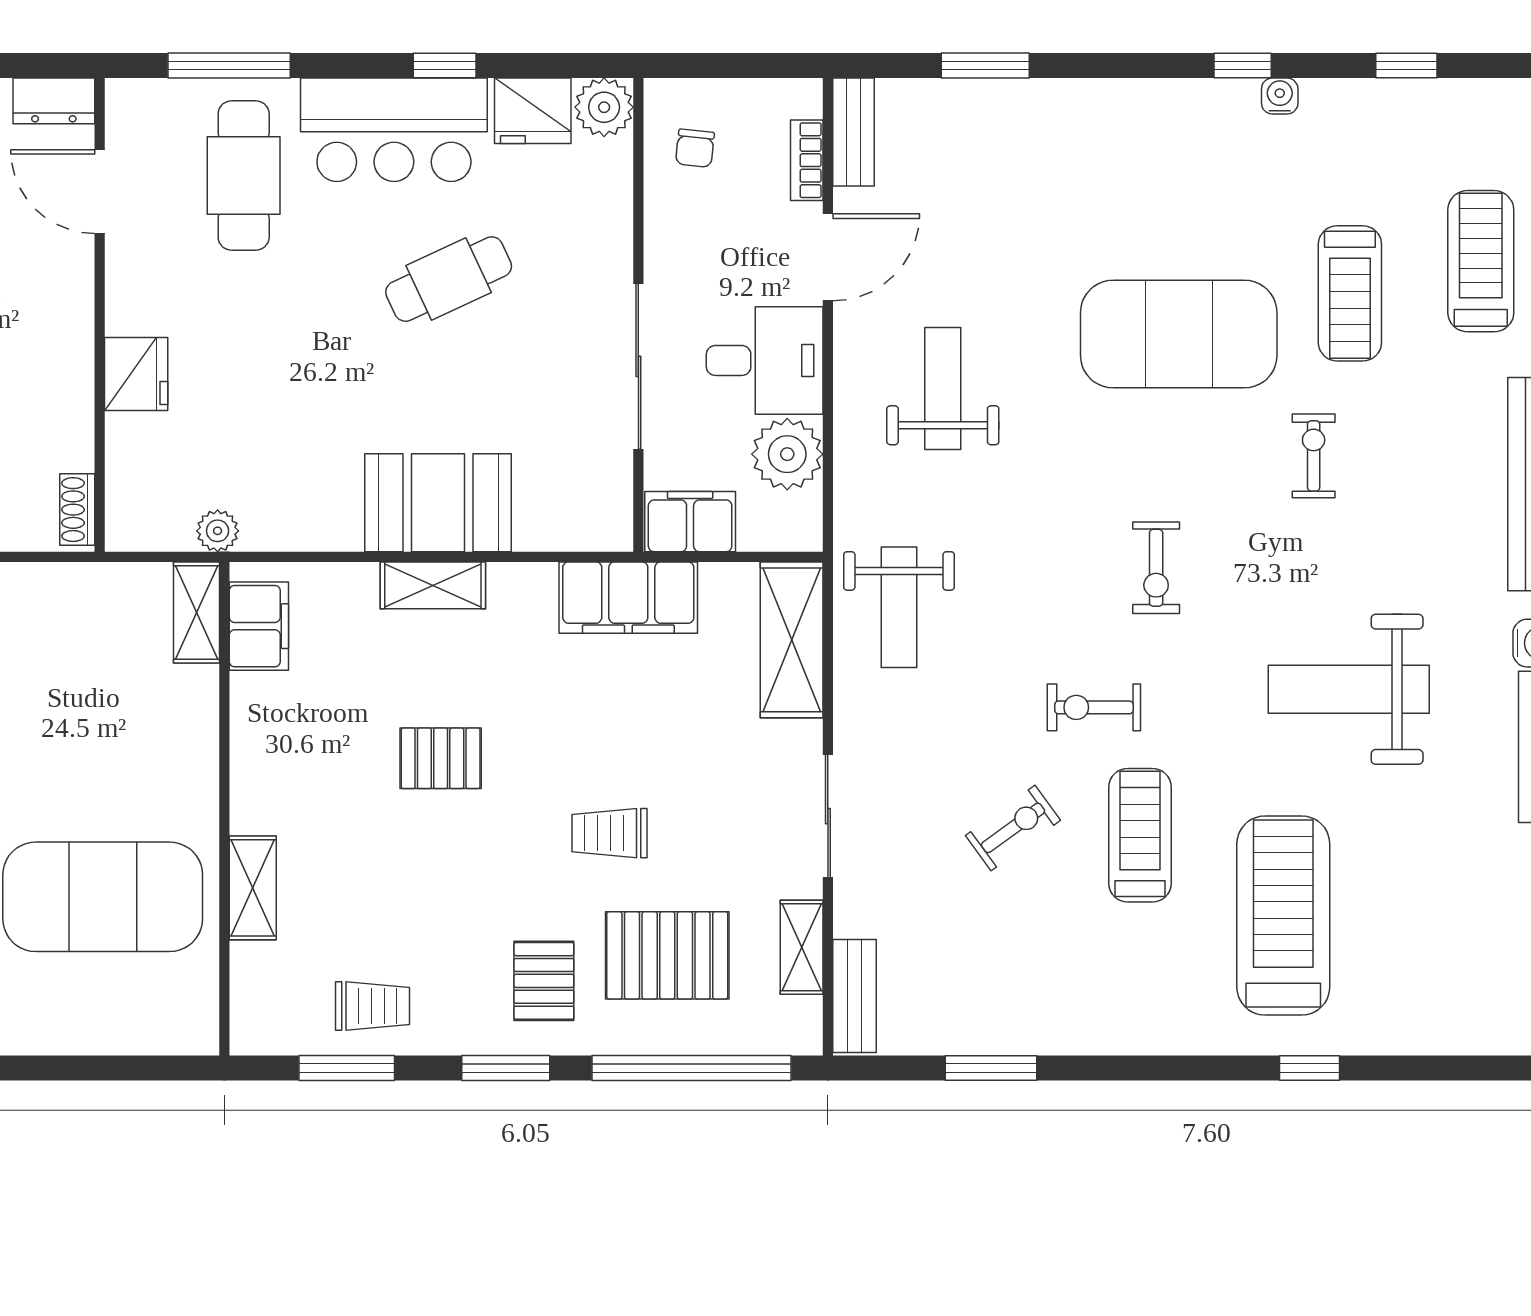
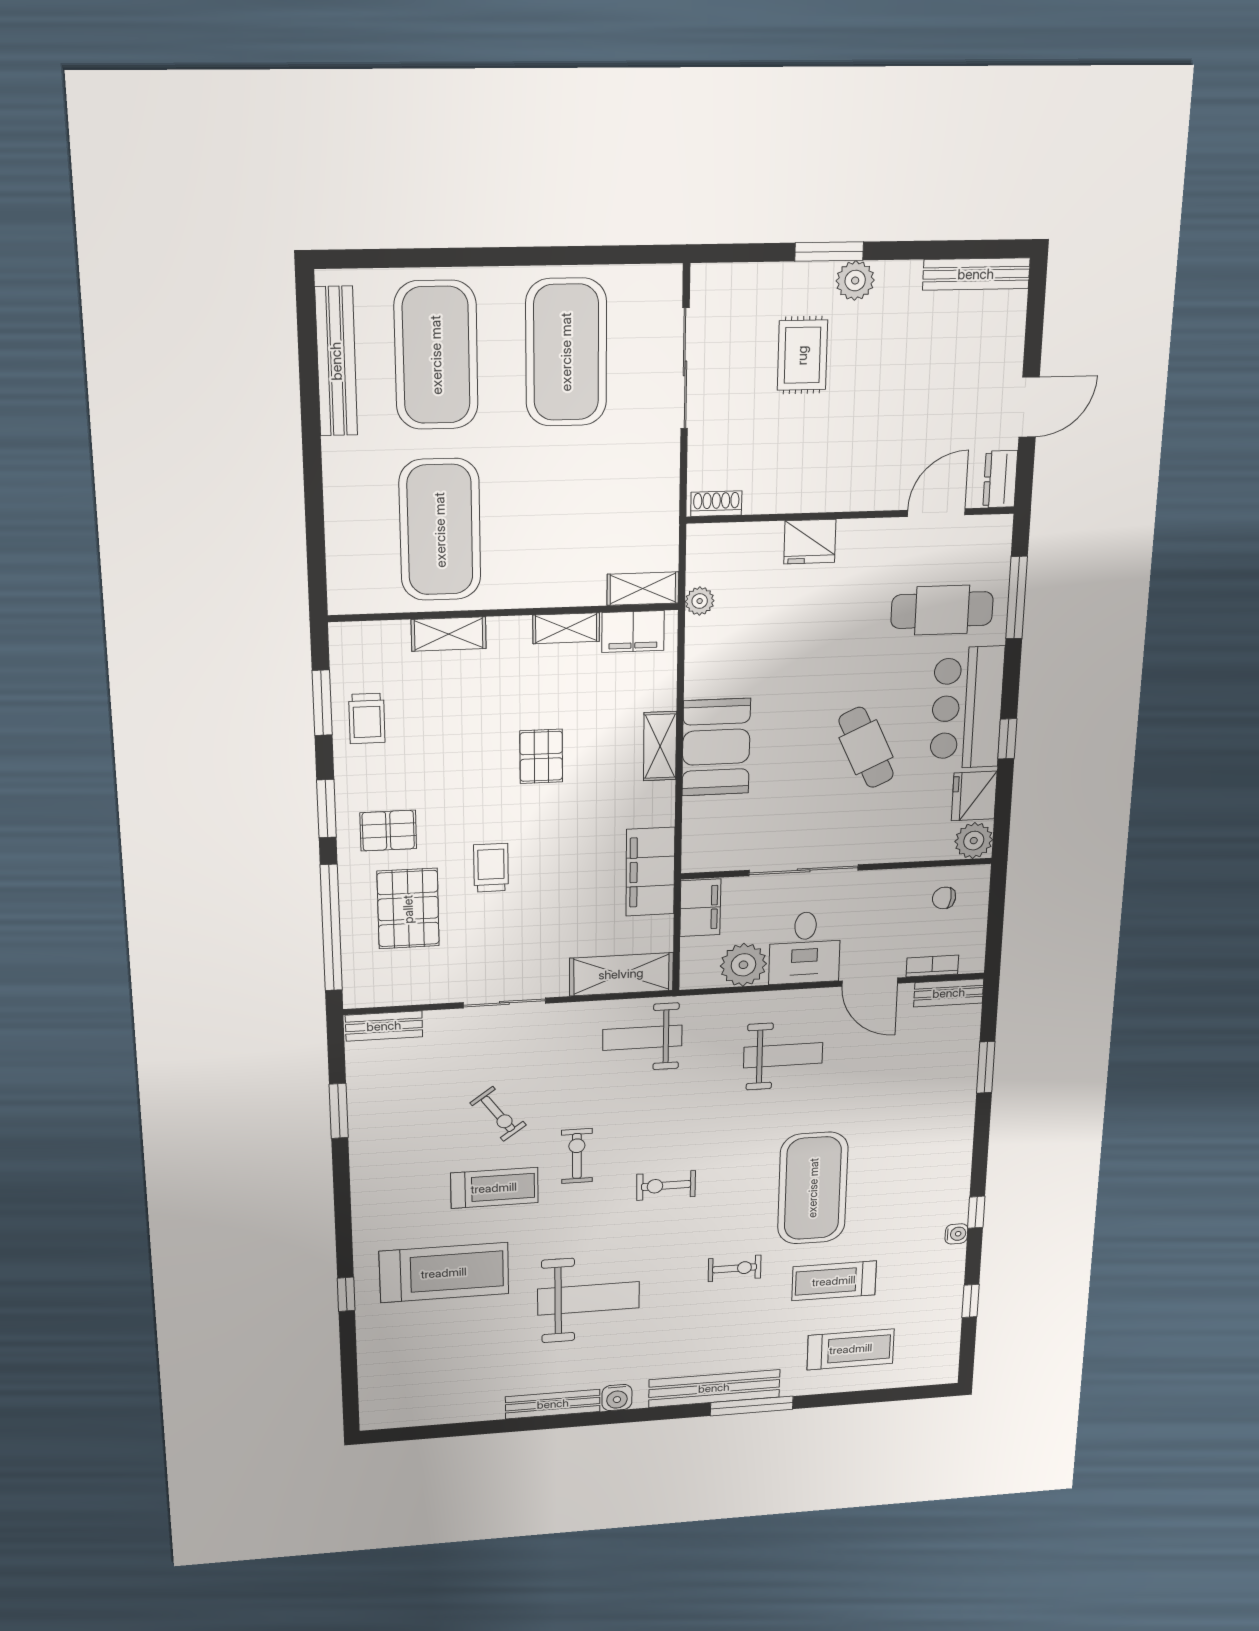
weight bench: (1349, 689) -> (588, 1298), turned 90
shelving: (802, 947) -> (566, 628), moved

